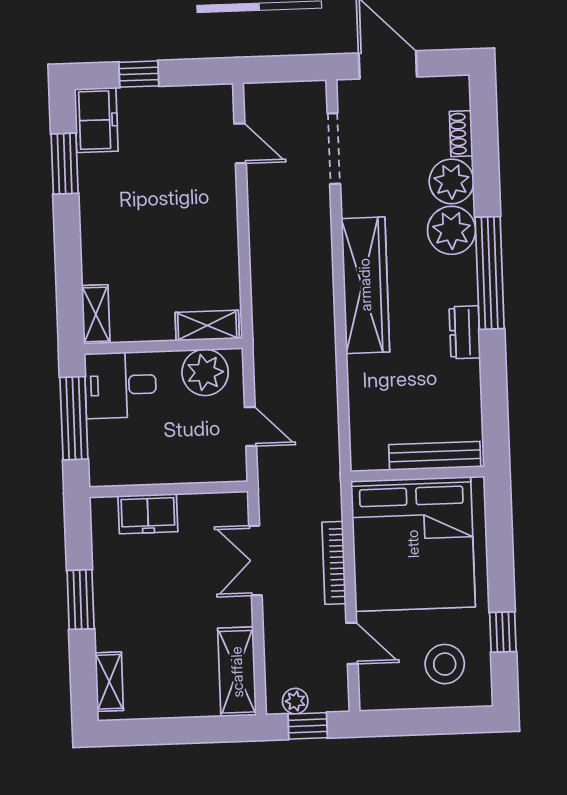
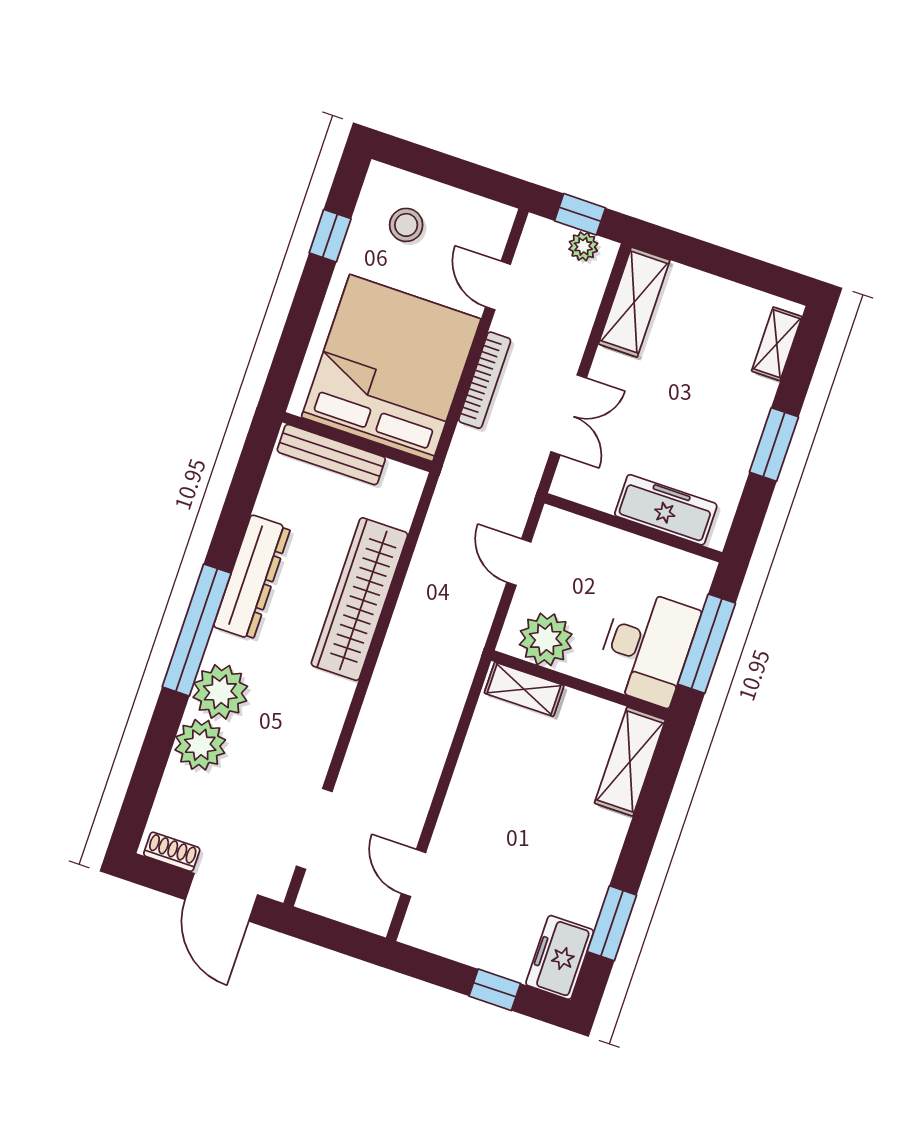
shoe rack: (461, 134) -> (172, 852), moved, turned -90
wardrobe: (365, 285) -> (359, 599), moved
shelving: (96, 314) -> (630, 762), width x1.50, depth x1.33
dresser: (465, 332) -> (252, 577), width x1.96, depth x1.24
desk: (121, 385) -> (647, 647), width x1.37
freezer: (148, 514) -> (666, 510), width x1.40
stool: (445, 664) -> (406, 225), width x0.73, depth x0.73

